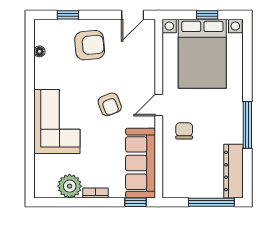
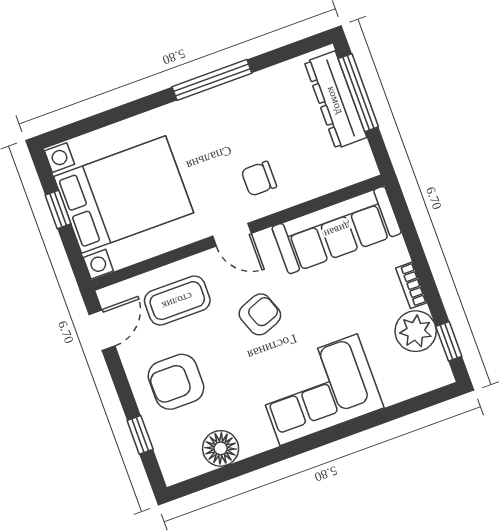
door: (133, 15) -> (102, 330), hinge flipped
armchair: (90, 45) -> (176, 382), turned -85
floor lamp: (39, 51) -> (221, 448), width x1.89, depth x1.89
coffee table: (134, 62) -> (177, 301), added
dresser: (234, 171) -> (336, 100), moved, turned 90
window: (135, 202) -> (449, 341), moved

